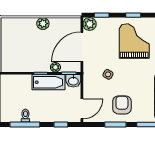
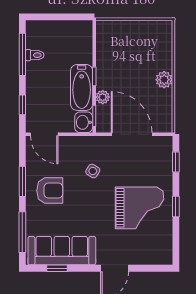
plant: (90, 24) -> (163, 145), removed

